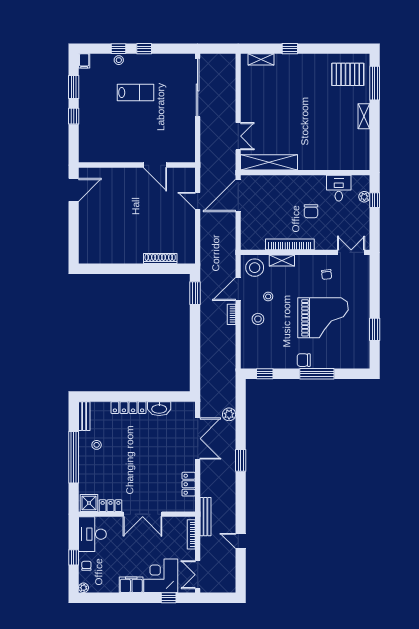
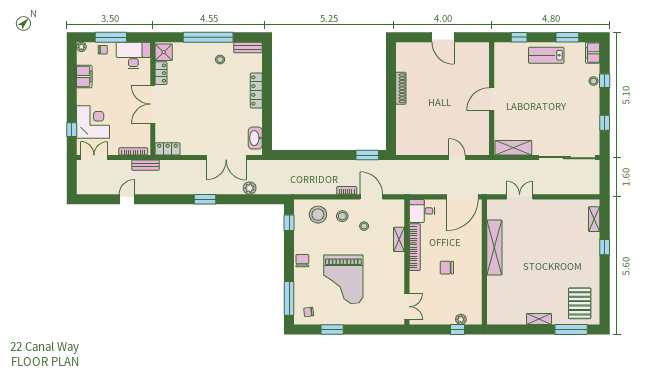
window: (144, 49) -> (605, 123), moved
filing cabinet: (84, 61) -> (593, 53), width x2.00
lab bench: (135, 92) -> (546, 55), moved, turned 90
window: (74, 116) -> (519, 37), moved
double door: (238, 136) -> (520, 197), swing flipped
shelving: (187, 143) -> (513, 148), added
shelving: (269, 162) -> (494, 247), moved
door: (155, 165) -> (492, 99), moved
desk: (339, 188) -> (422, 211), moved, turned 180
door: (74, 190) -> (443, 37), moved
door: (238, 195) -> (462, 197), swing flipped
door: (198, 201) -> (457, 158), hinge flipped
shoe rack: (160, 259) -> (401, 88), moved
stool: (255, 268) -> (318, 215), moved
chair: (327, 274) -> (309, 312), moved
window: (317, 374) -> (289, 298), moved
washbasin: (159, 409) -> (255, 138), moved
locker: (189, 484) -> (168, 149), moved
bench: (205, 517) -> (145, 165), width x0.73
window: (74, 557) -> (111, 37), width x2.17
filing cabinet: (131, 585) -> (84, 77), moved

